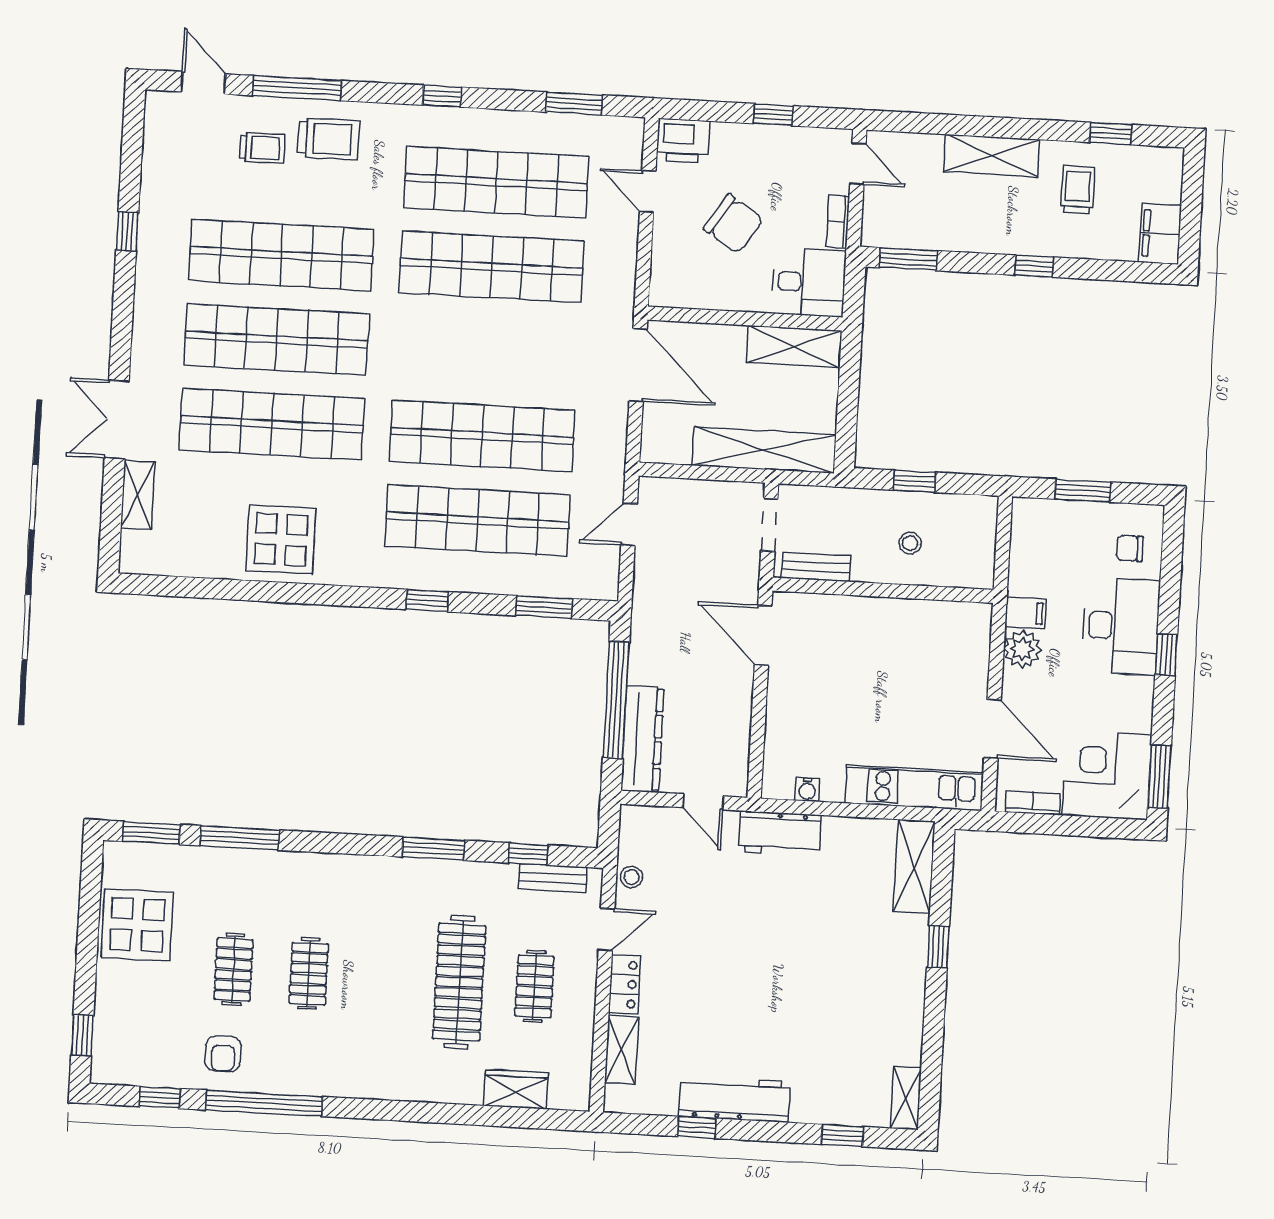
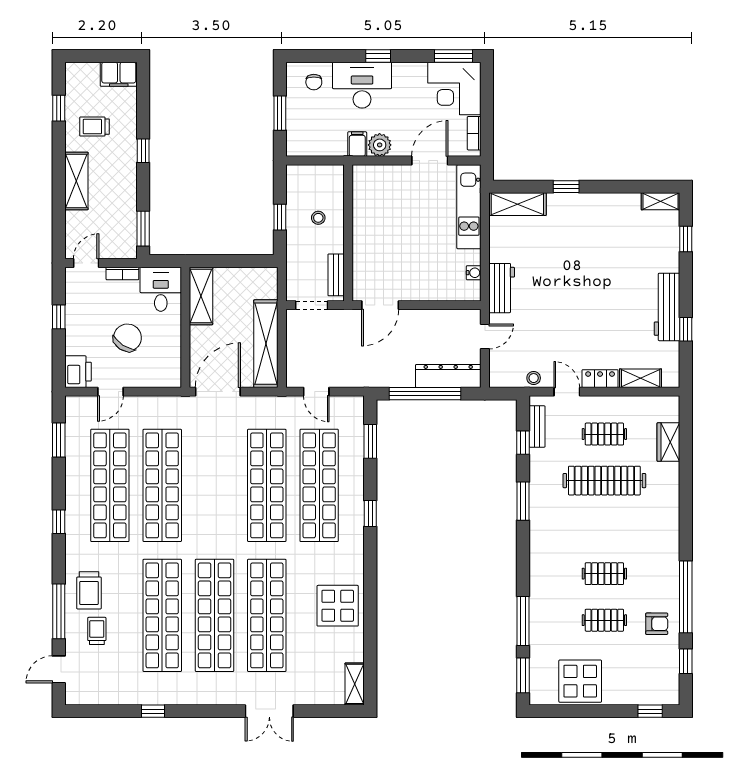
trolley: (328, 139) -> (89, 590), turned 180
shelving: (764, 450) -> (266, 344), moved
shelving: (138, 495) -> (355, 684), moved, turned 90

